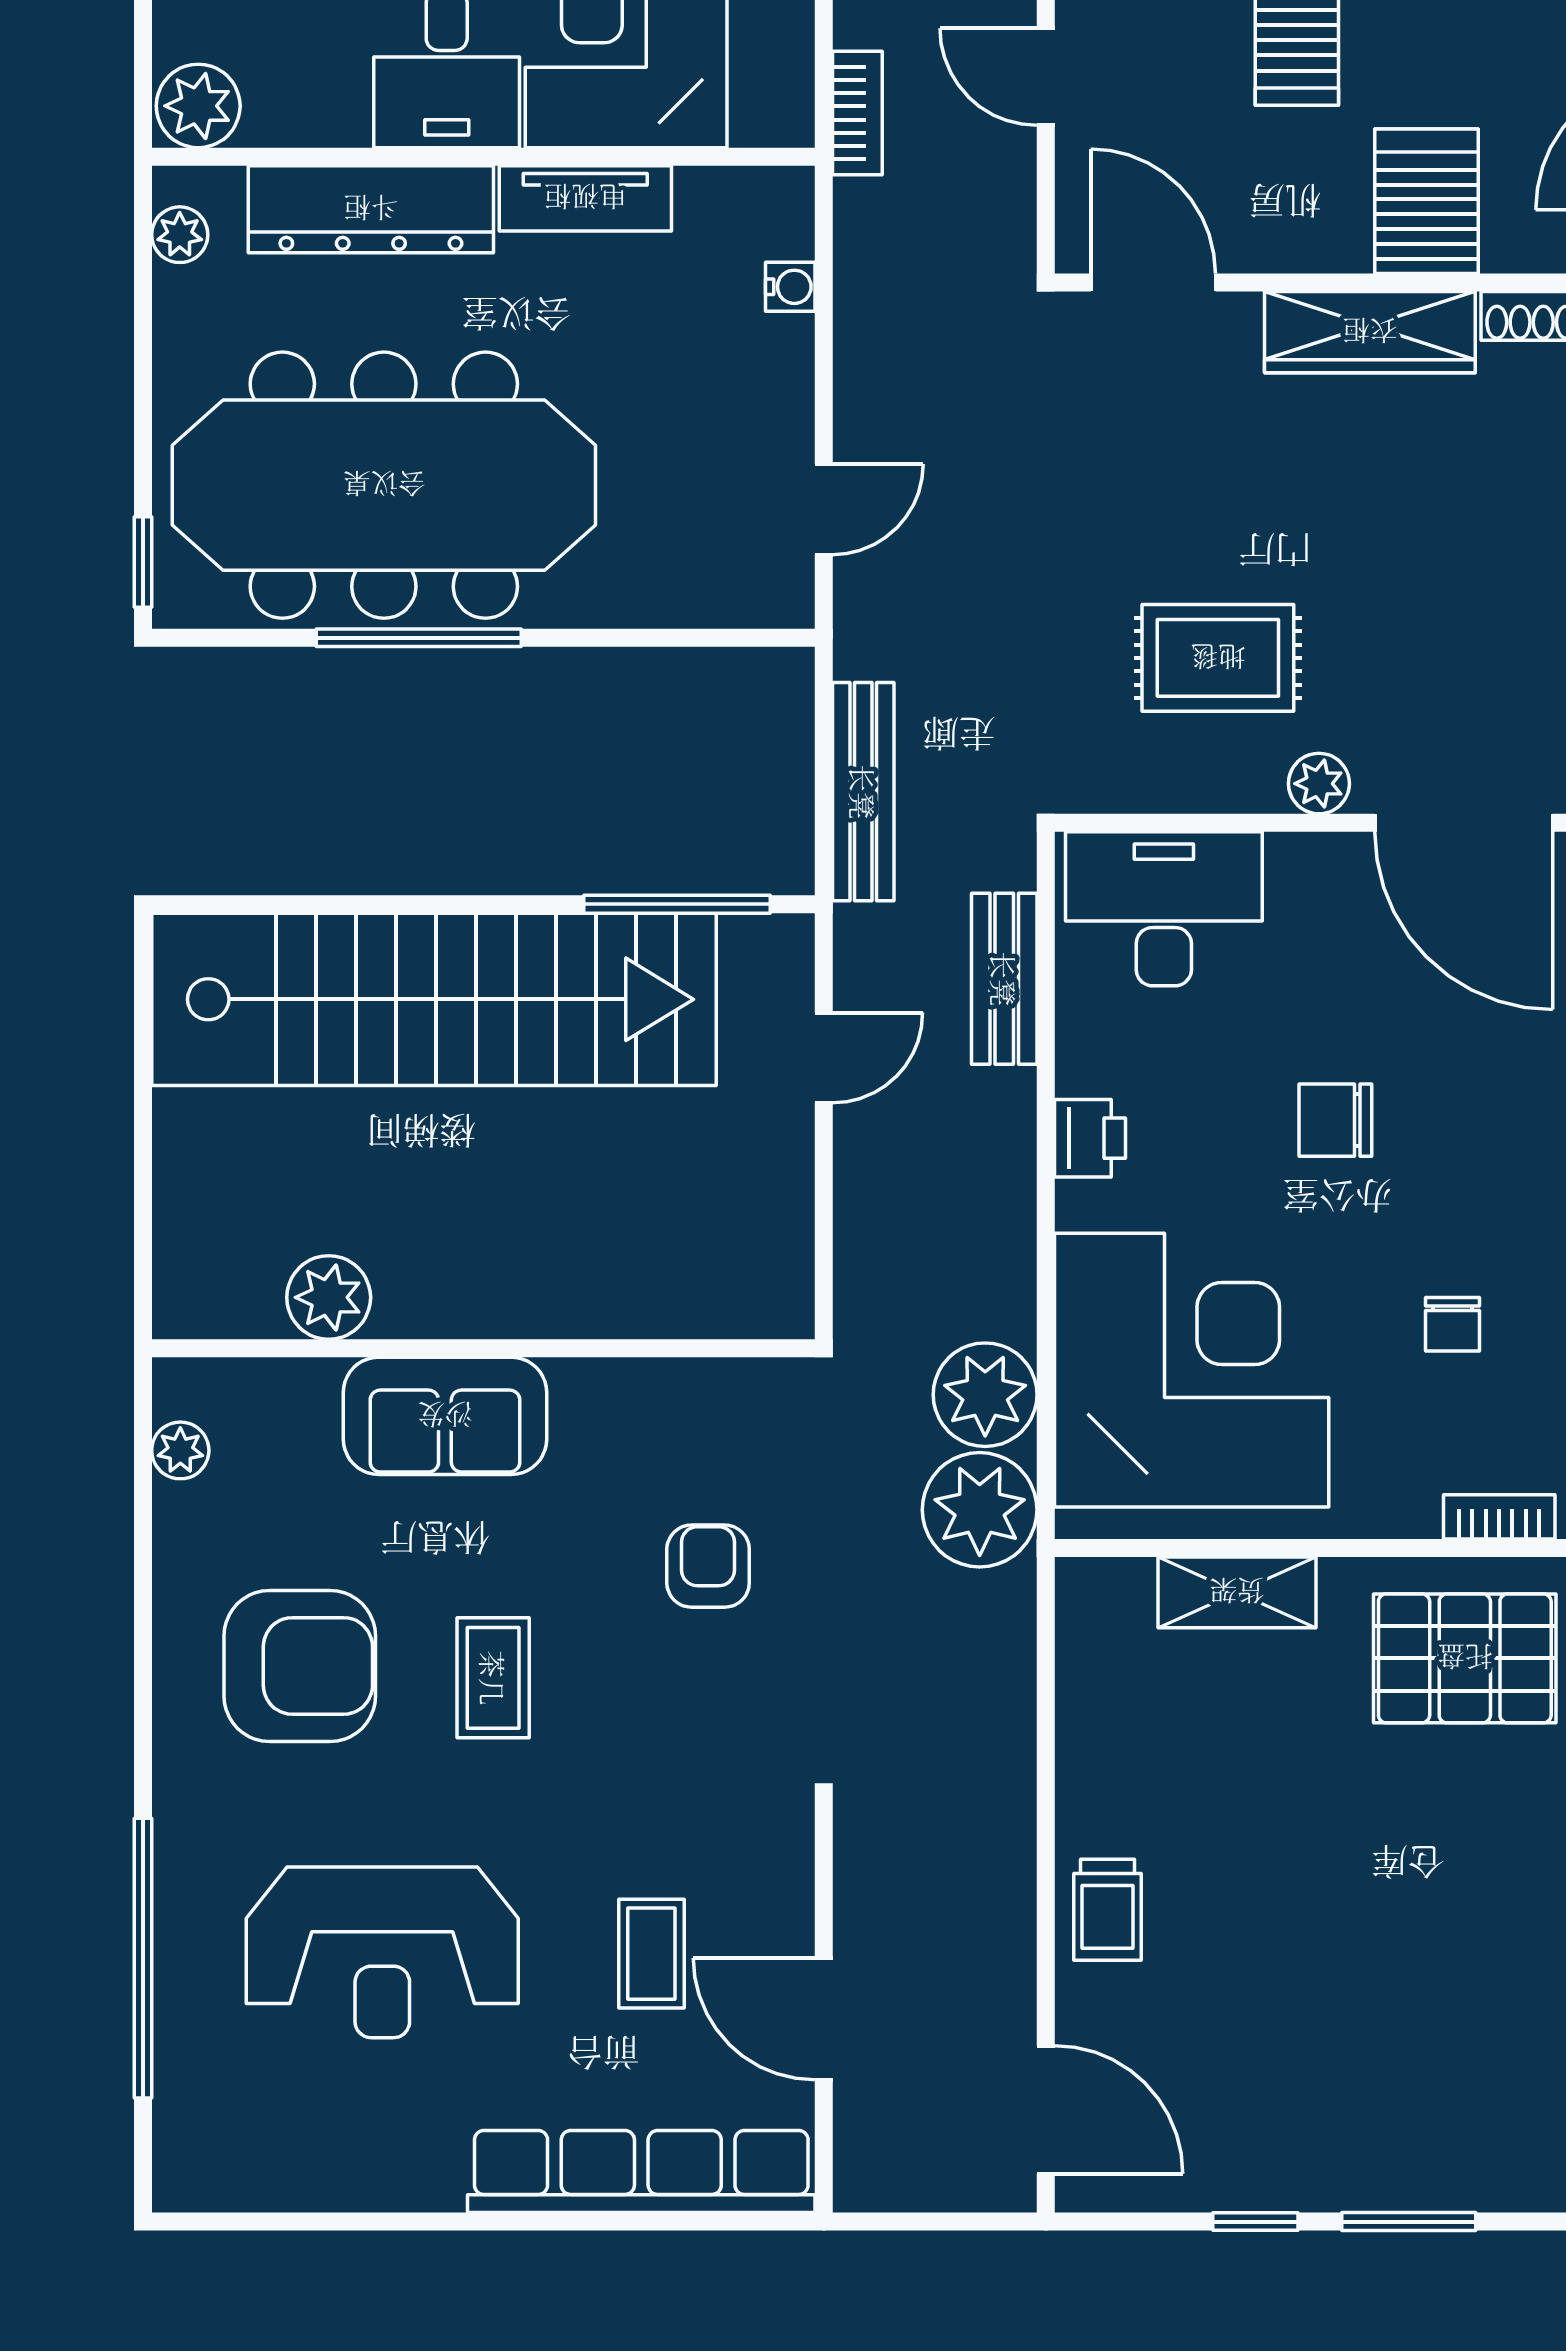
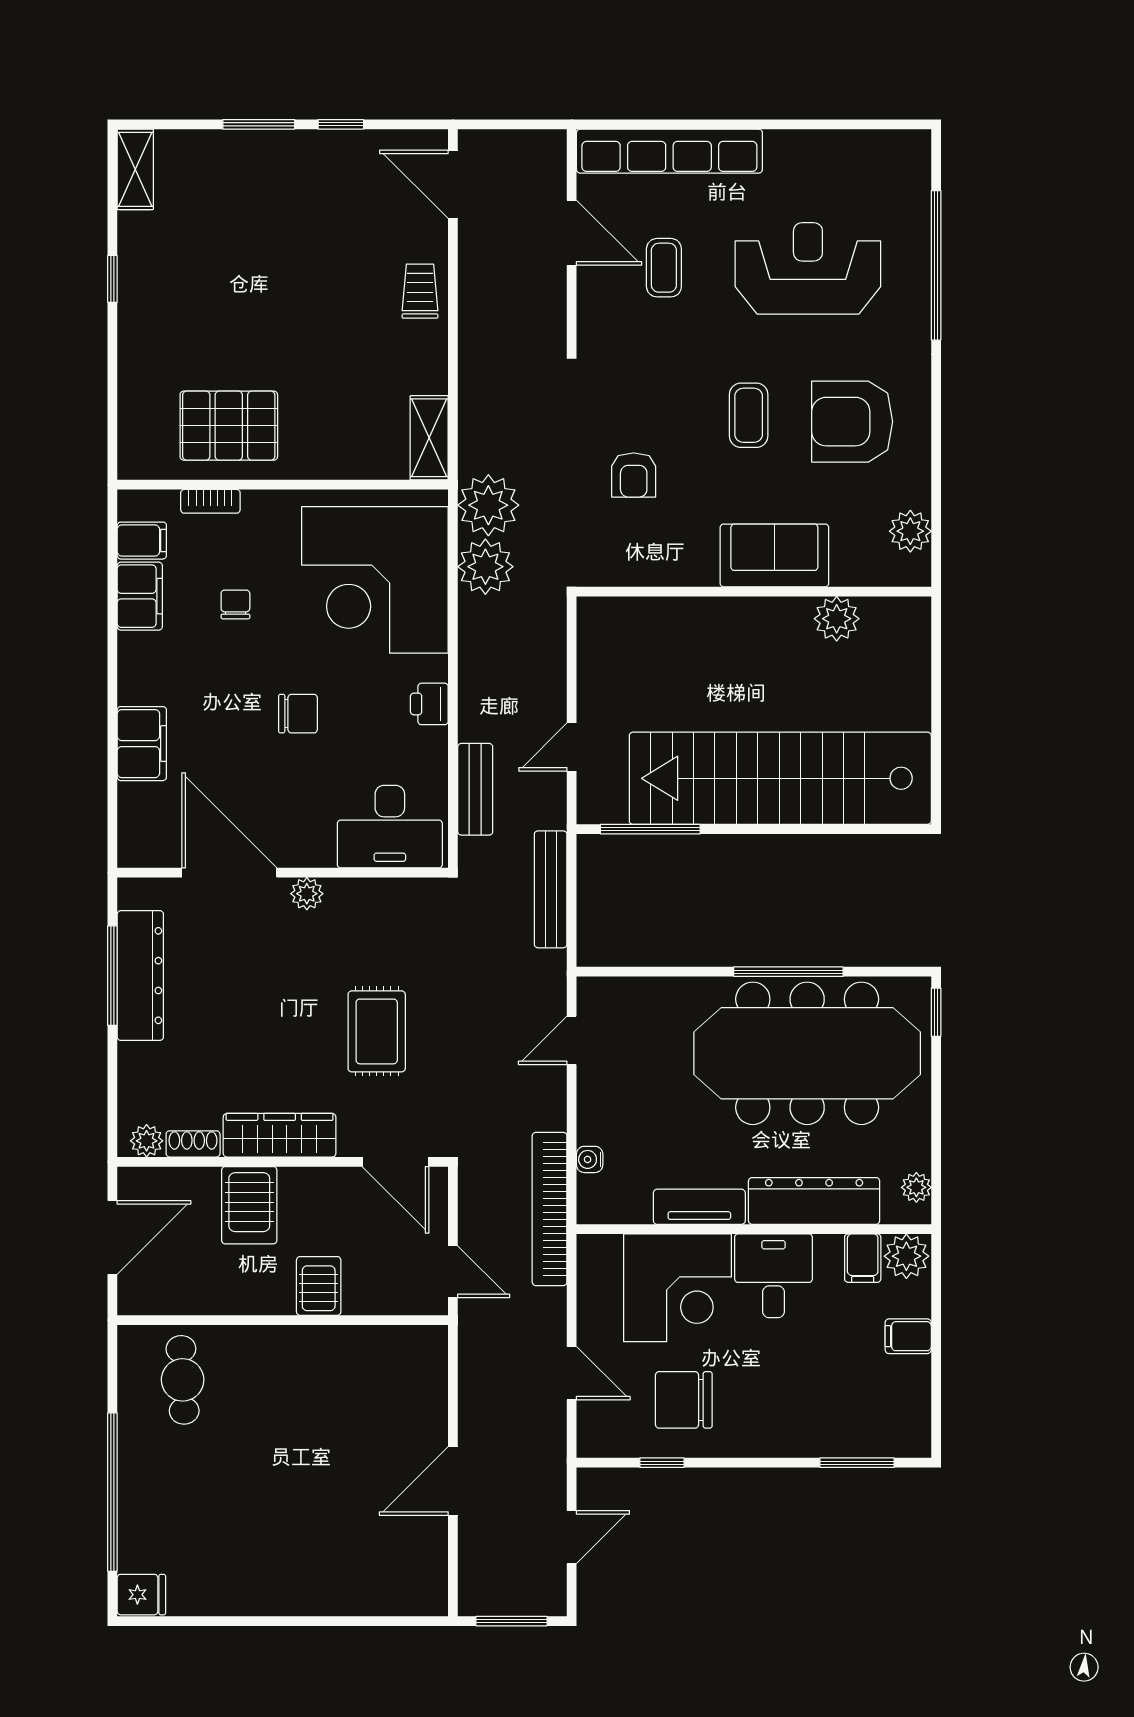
filing cabinet: (280, 102) -> (863, 1258), added
bookcase: (857, 113) -> (550, 1209), width x2.31, depth x1.31
rug: (1218, 658) -> (377, 1031), moved, turned 90
plant: (180, 1450) -> (910, 531), width x1.38, depth x1.38
shelving: (1237, 1592) -> (429, 438), moved, turned 90

